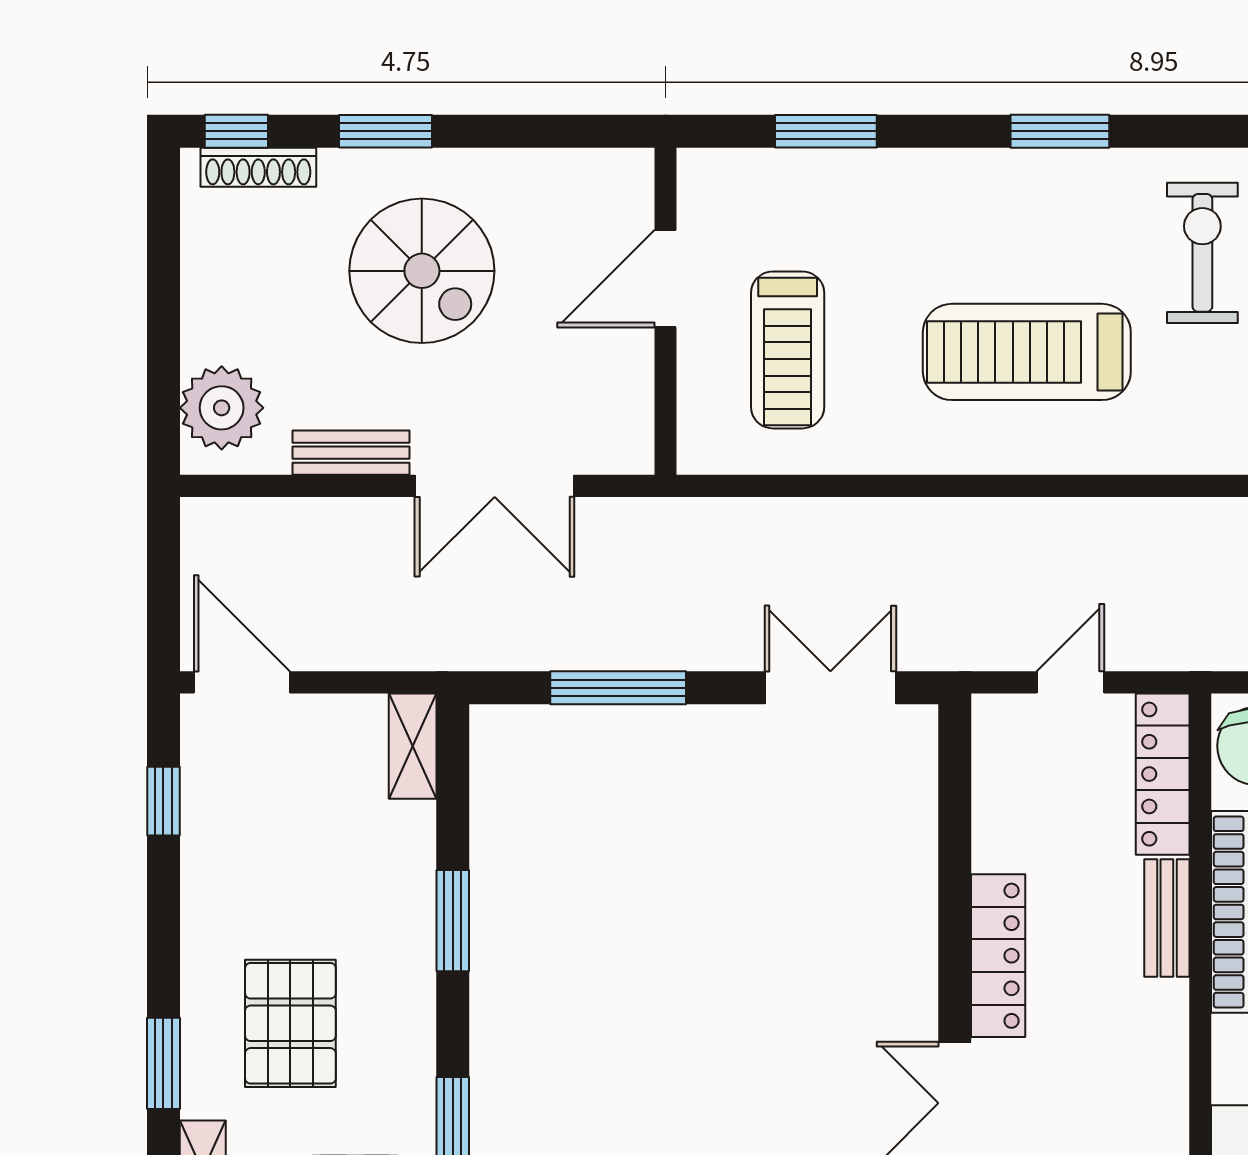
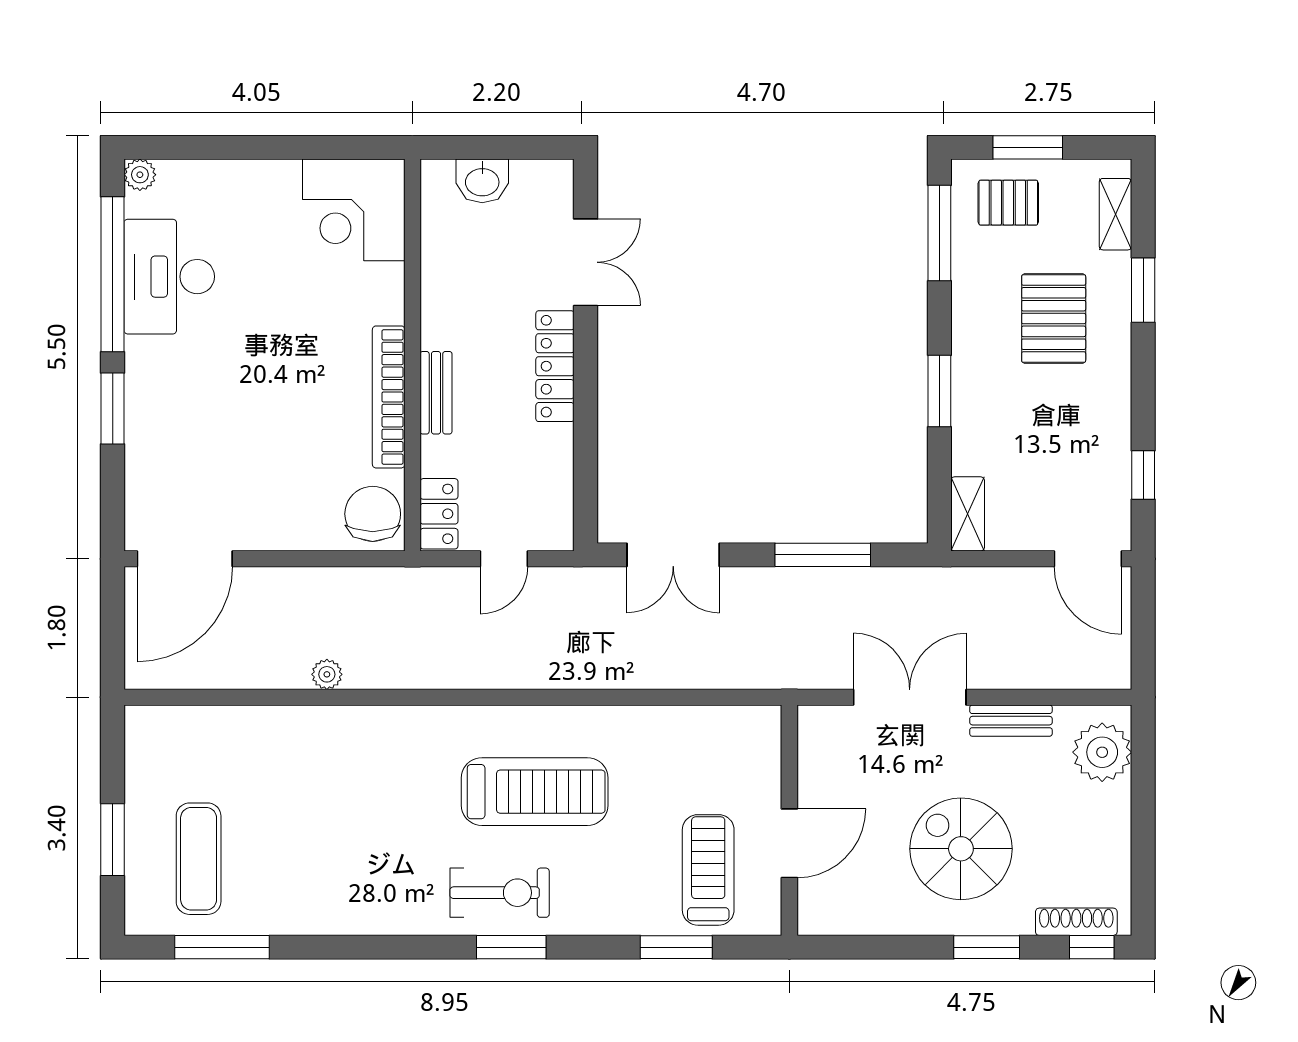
exercise bike: (1202, 253) -> (500, 893), moved, turned -90
treadmill: (788, 350) -> (708, 870), moved
locker: (1163, 774) -> (439, 514), width x0.66

